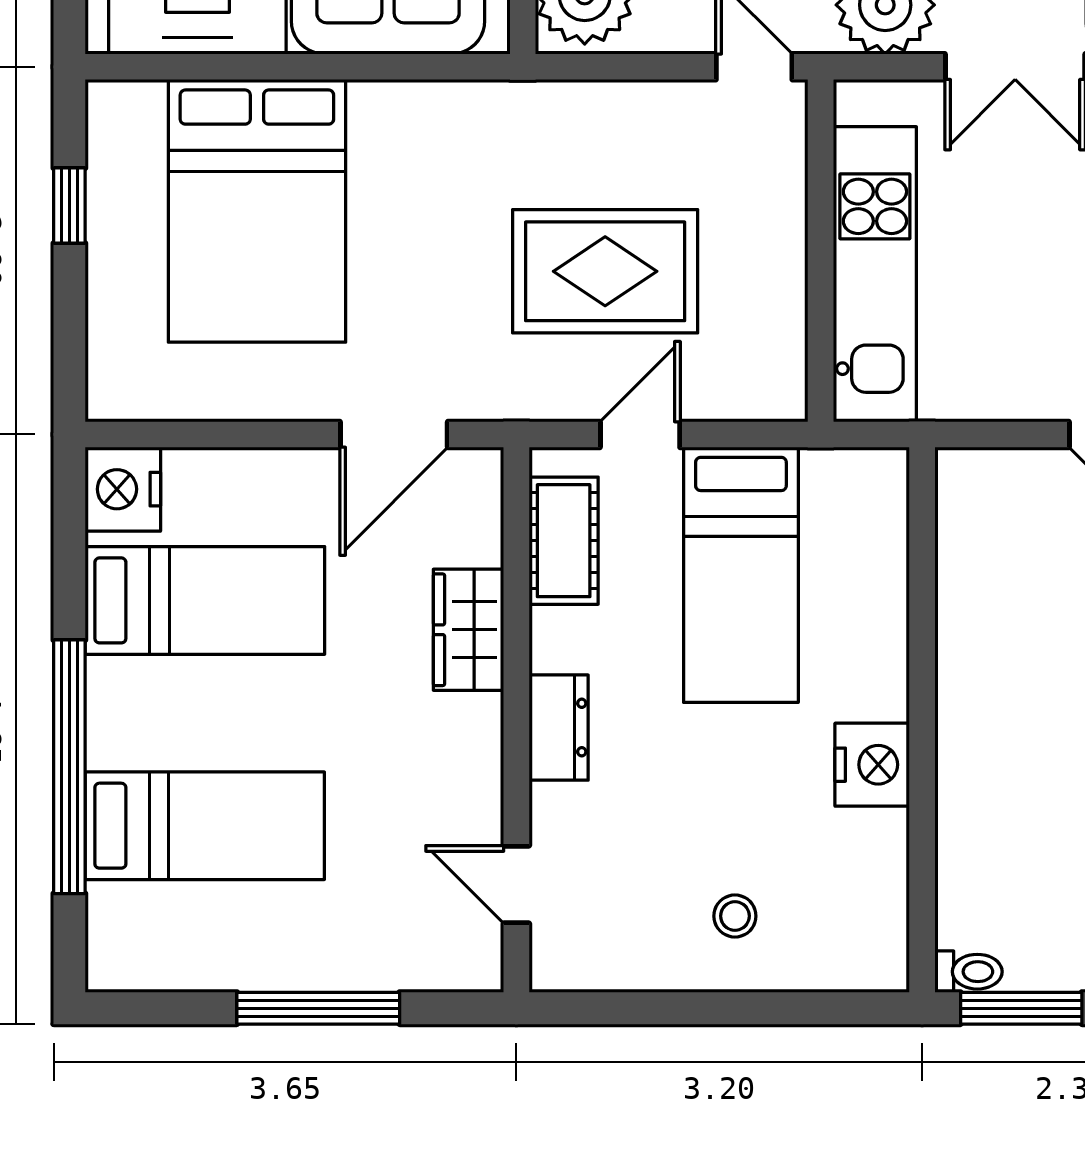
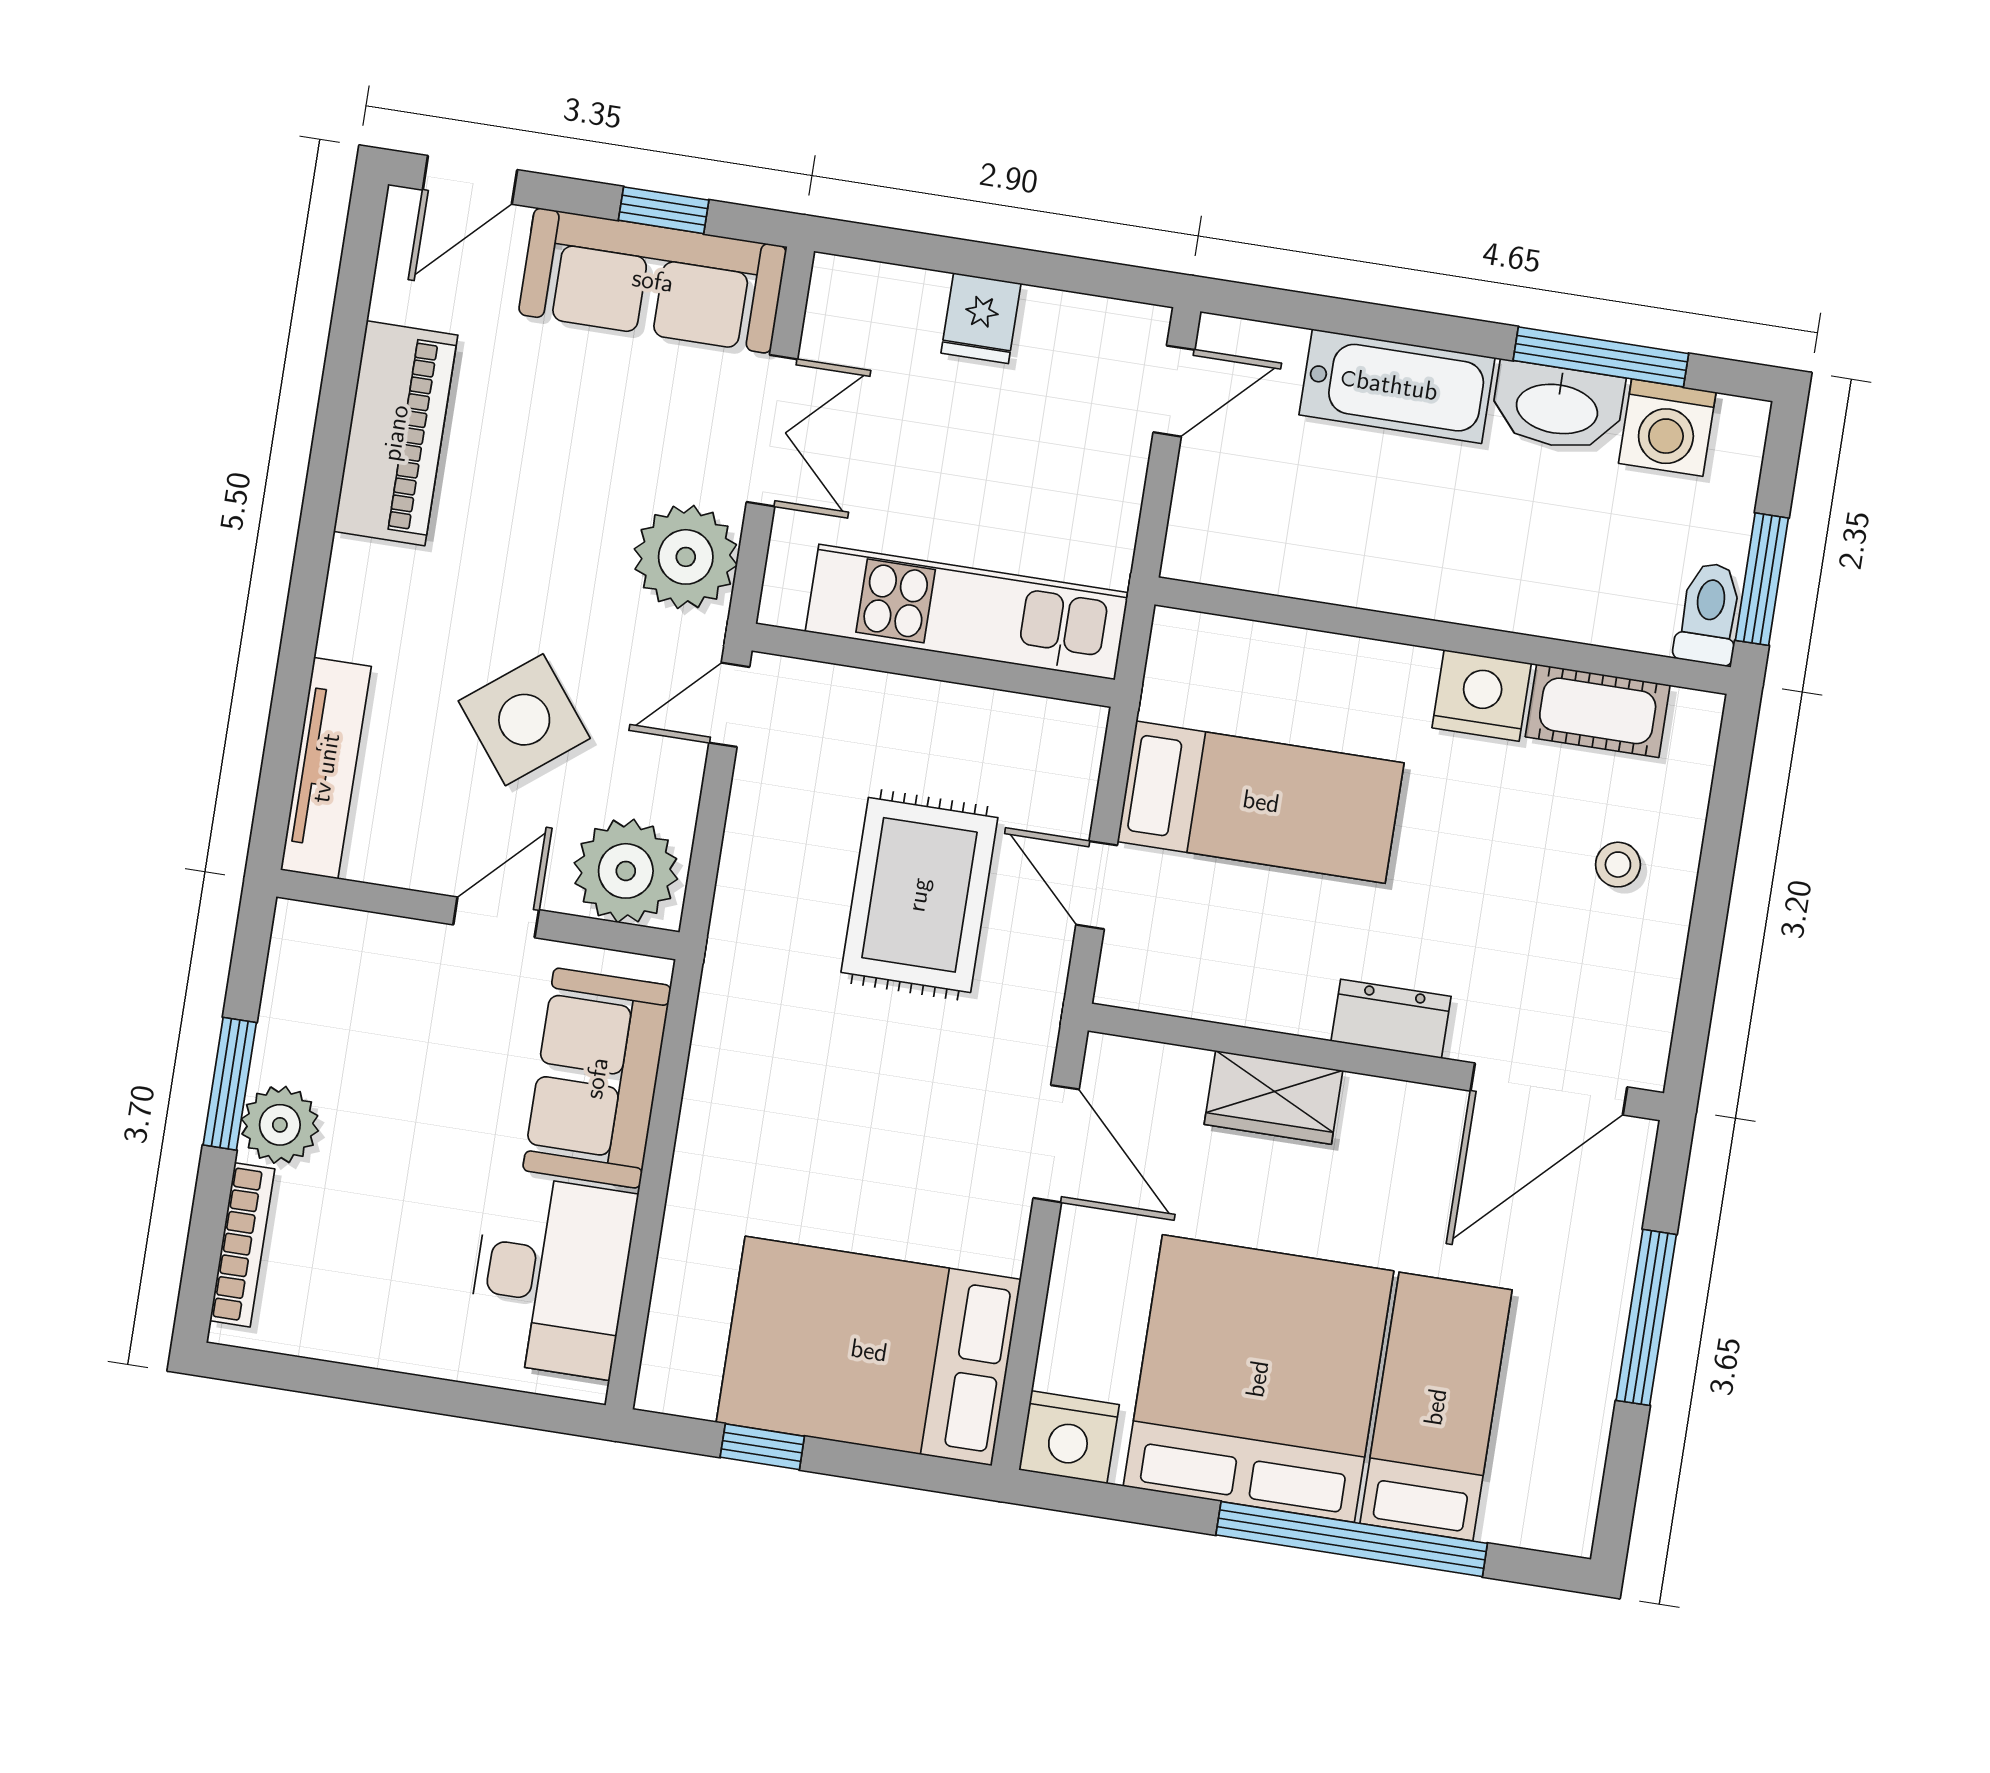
bed: (257, 211) -> (869, 1351), moved, turned 180
cot: (564, 541) -> (1598, 711), moved
bed: (205, 600) -> (1258, 1379), width x2.04
door: (516, 884) -> (1549, 1089), width x1.88
toilet: (968, 972) -> (1709, 614), width x1.37, depth x1.39

